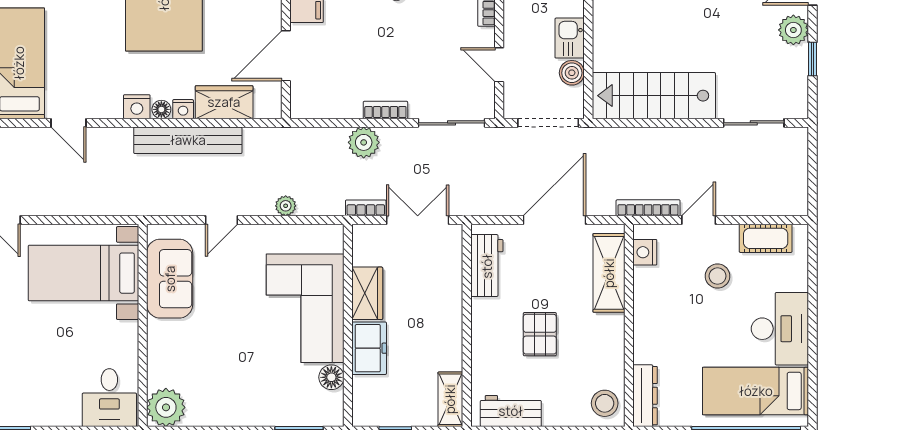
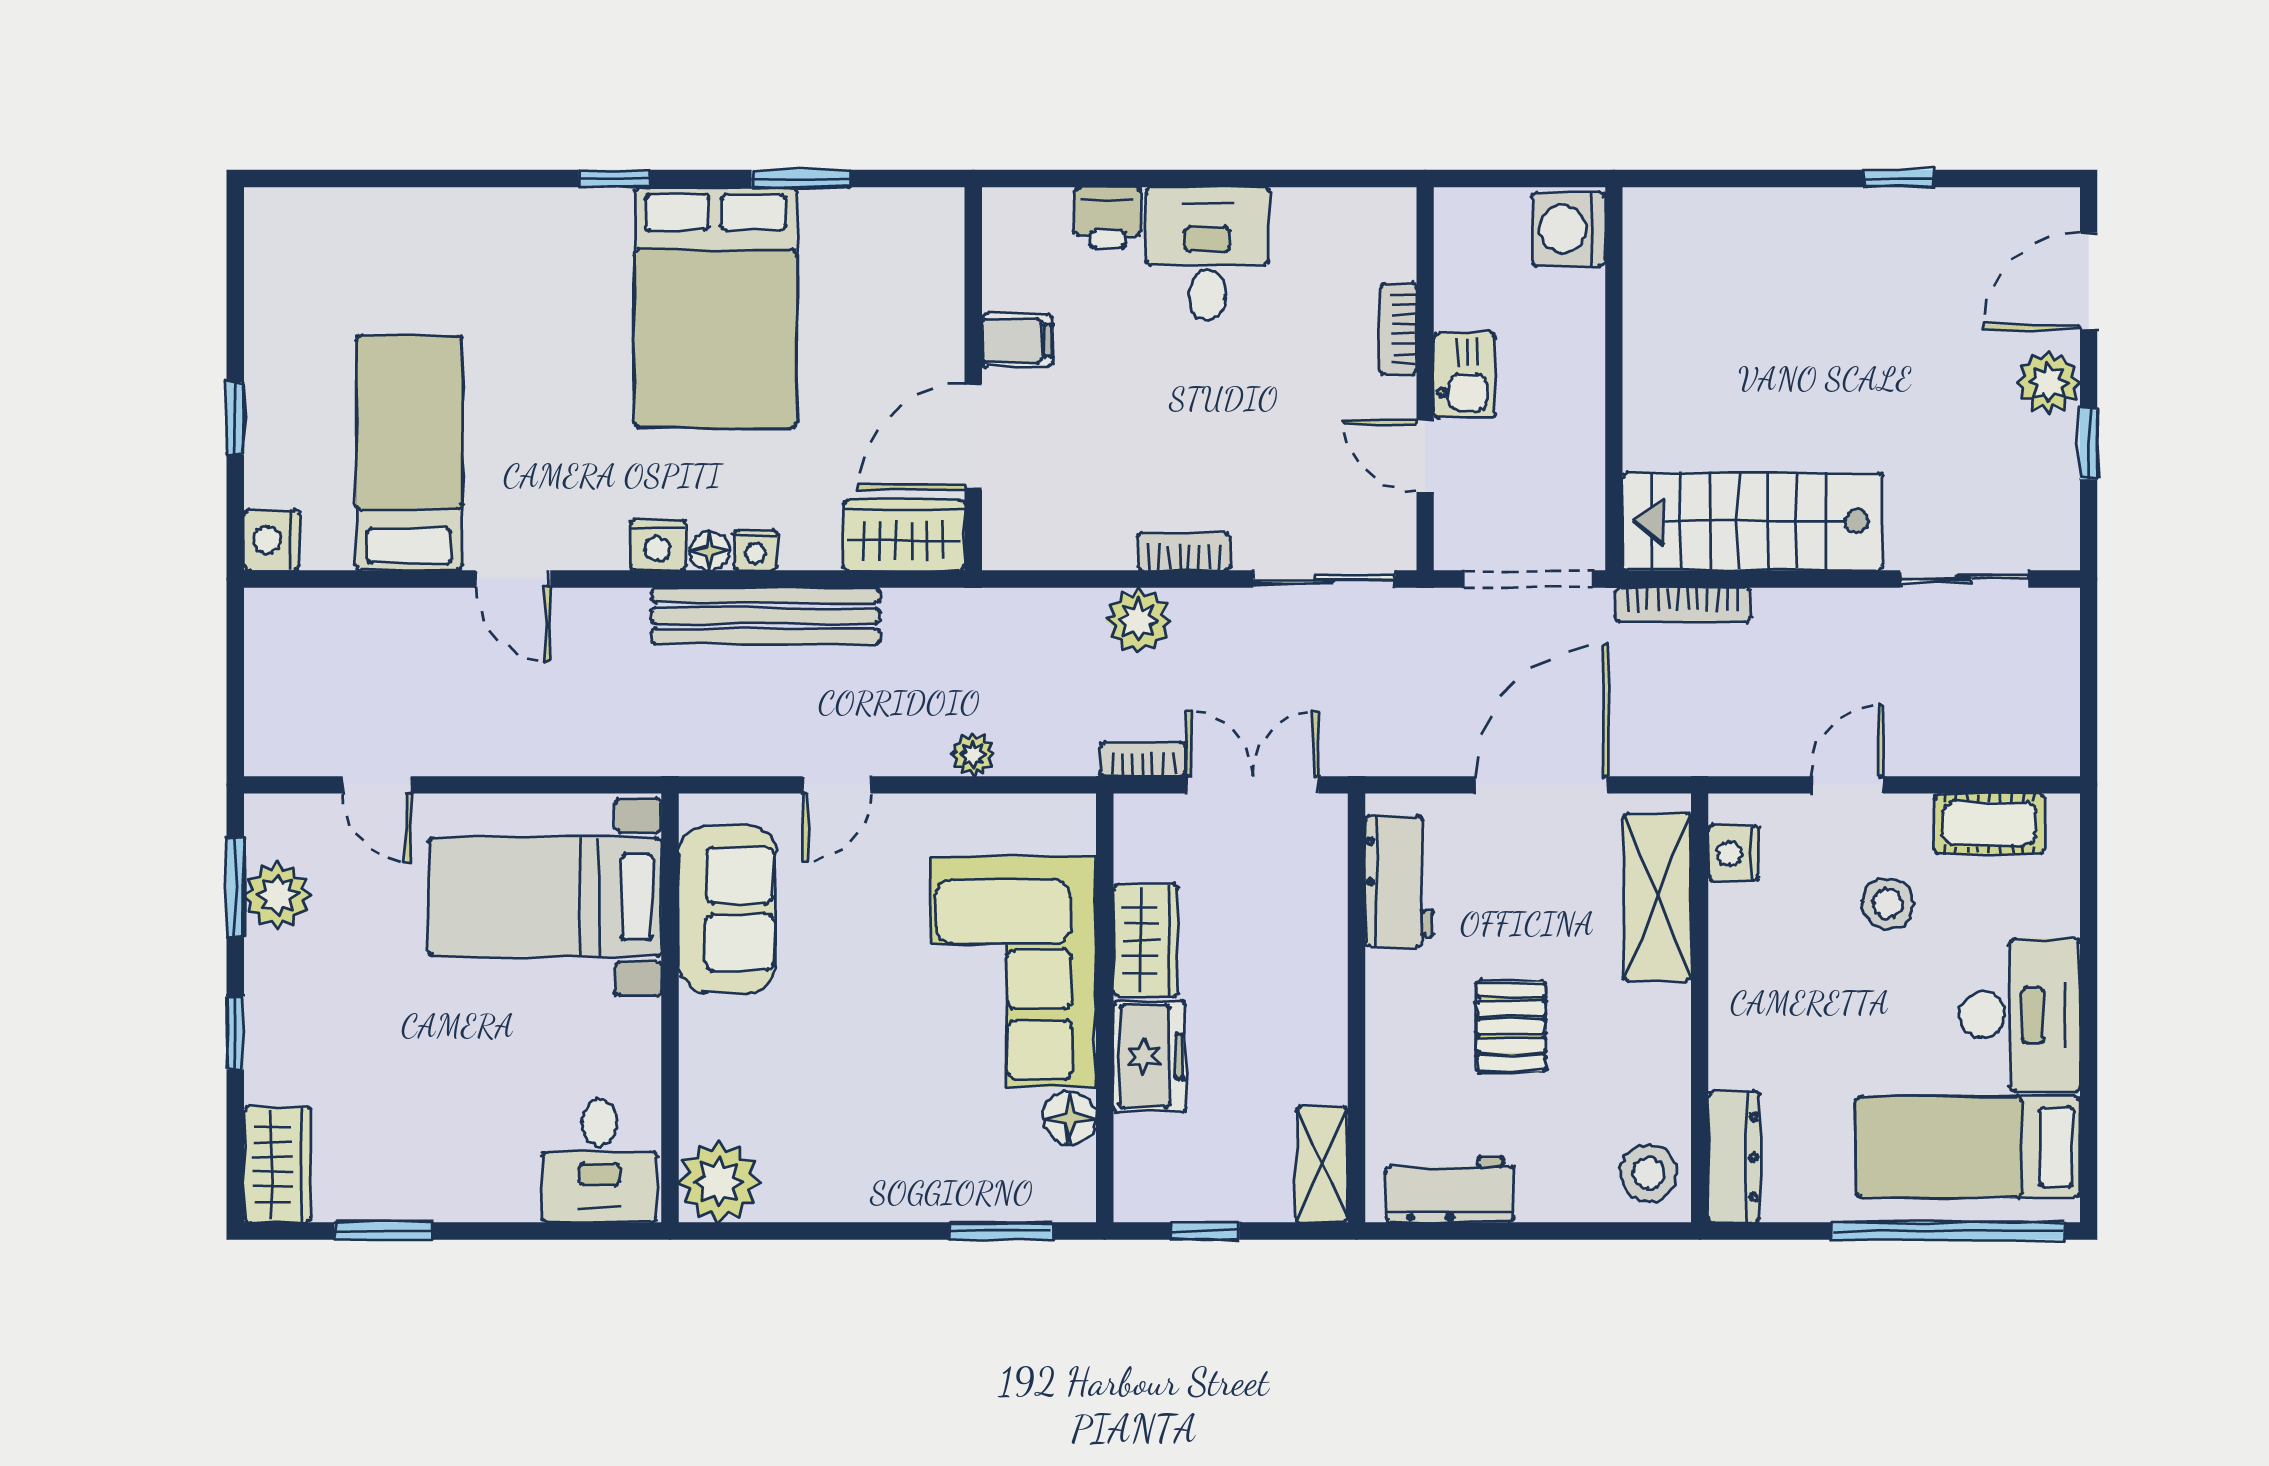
kitchen sink: (570, 38) -> (1465, 375), moved, turned 180
boiler: (572, 73) -> (1579, 473), removed
wardrobe: (224, 102) -> (904, 535), moved
bookcase: (648, 208) -> (1683, 605), moved, turned 180

